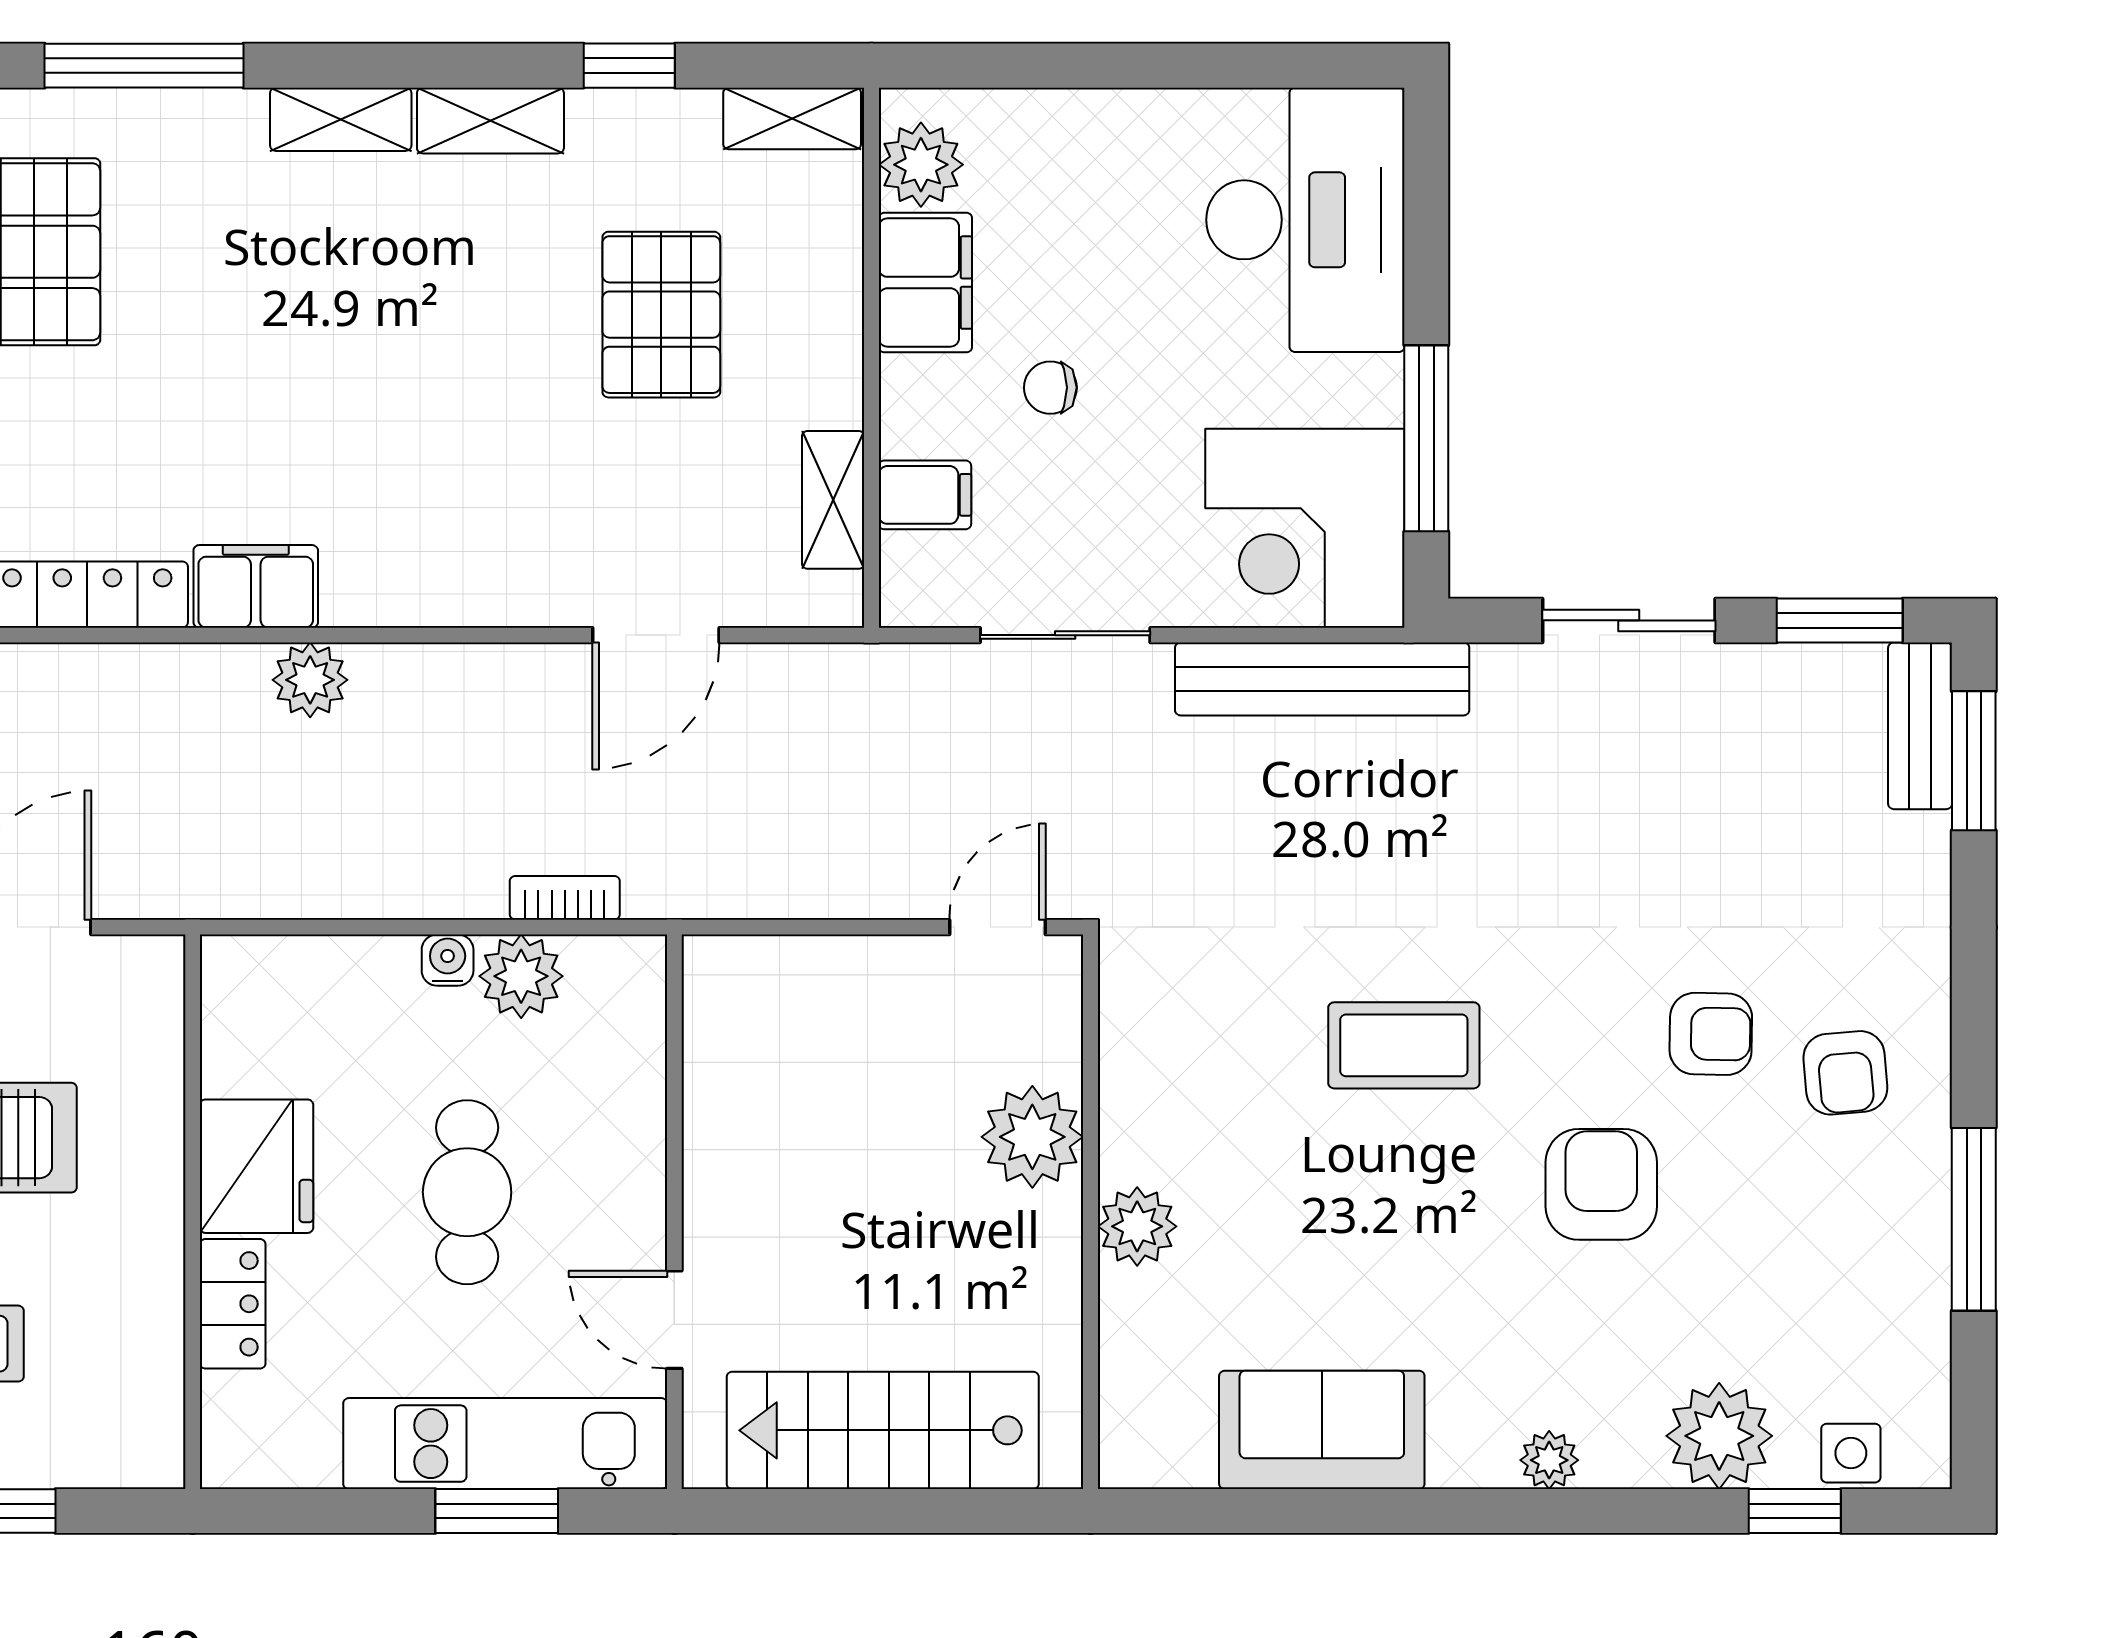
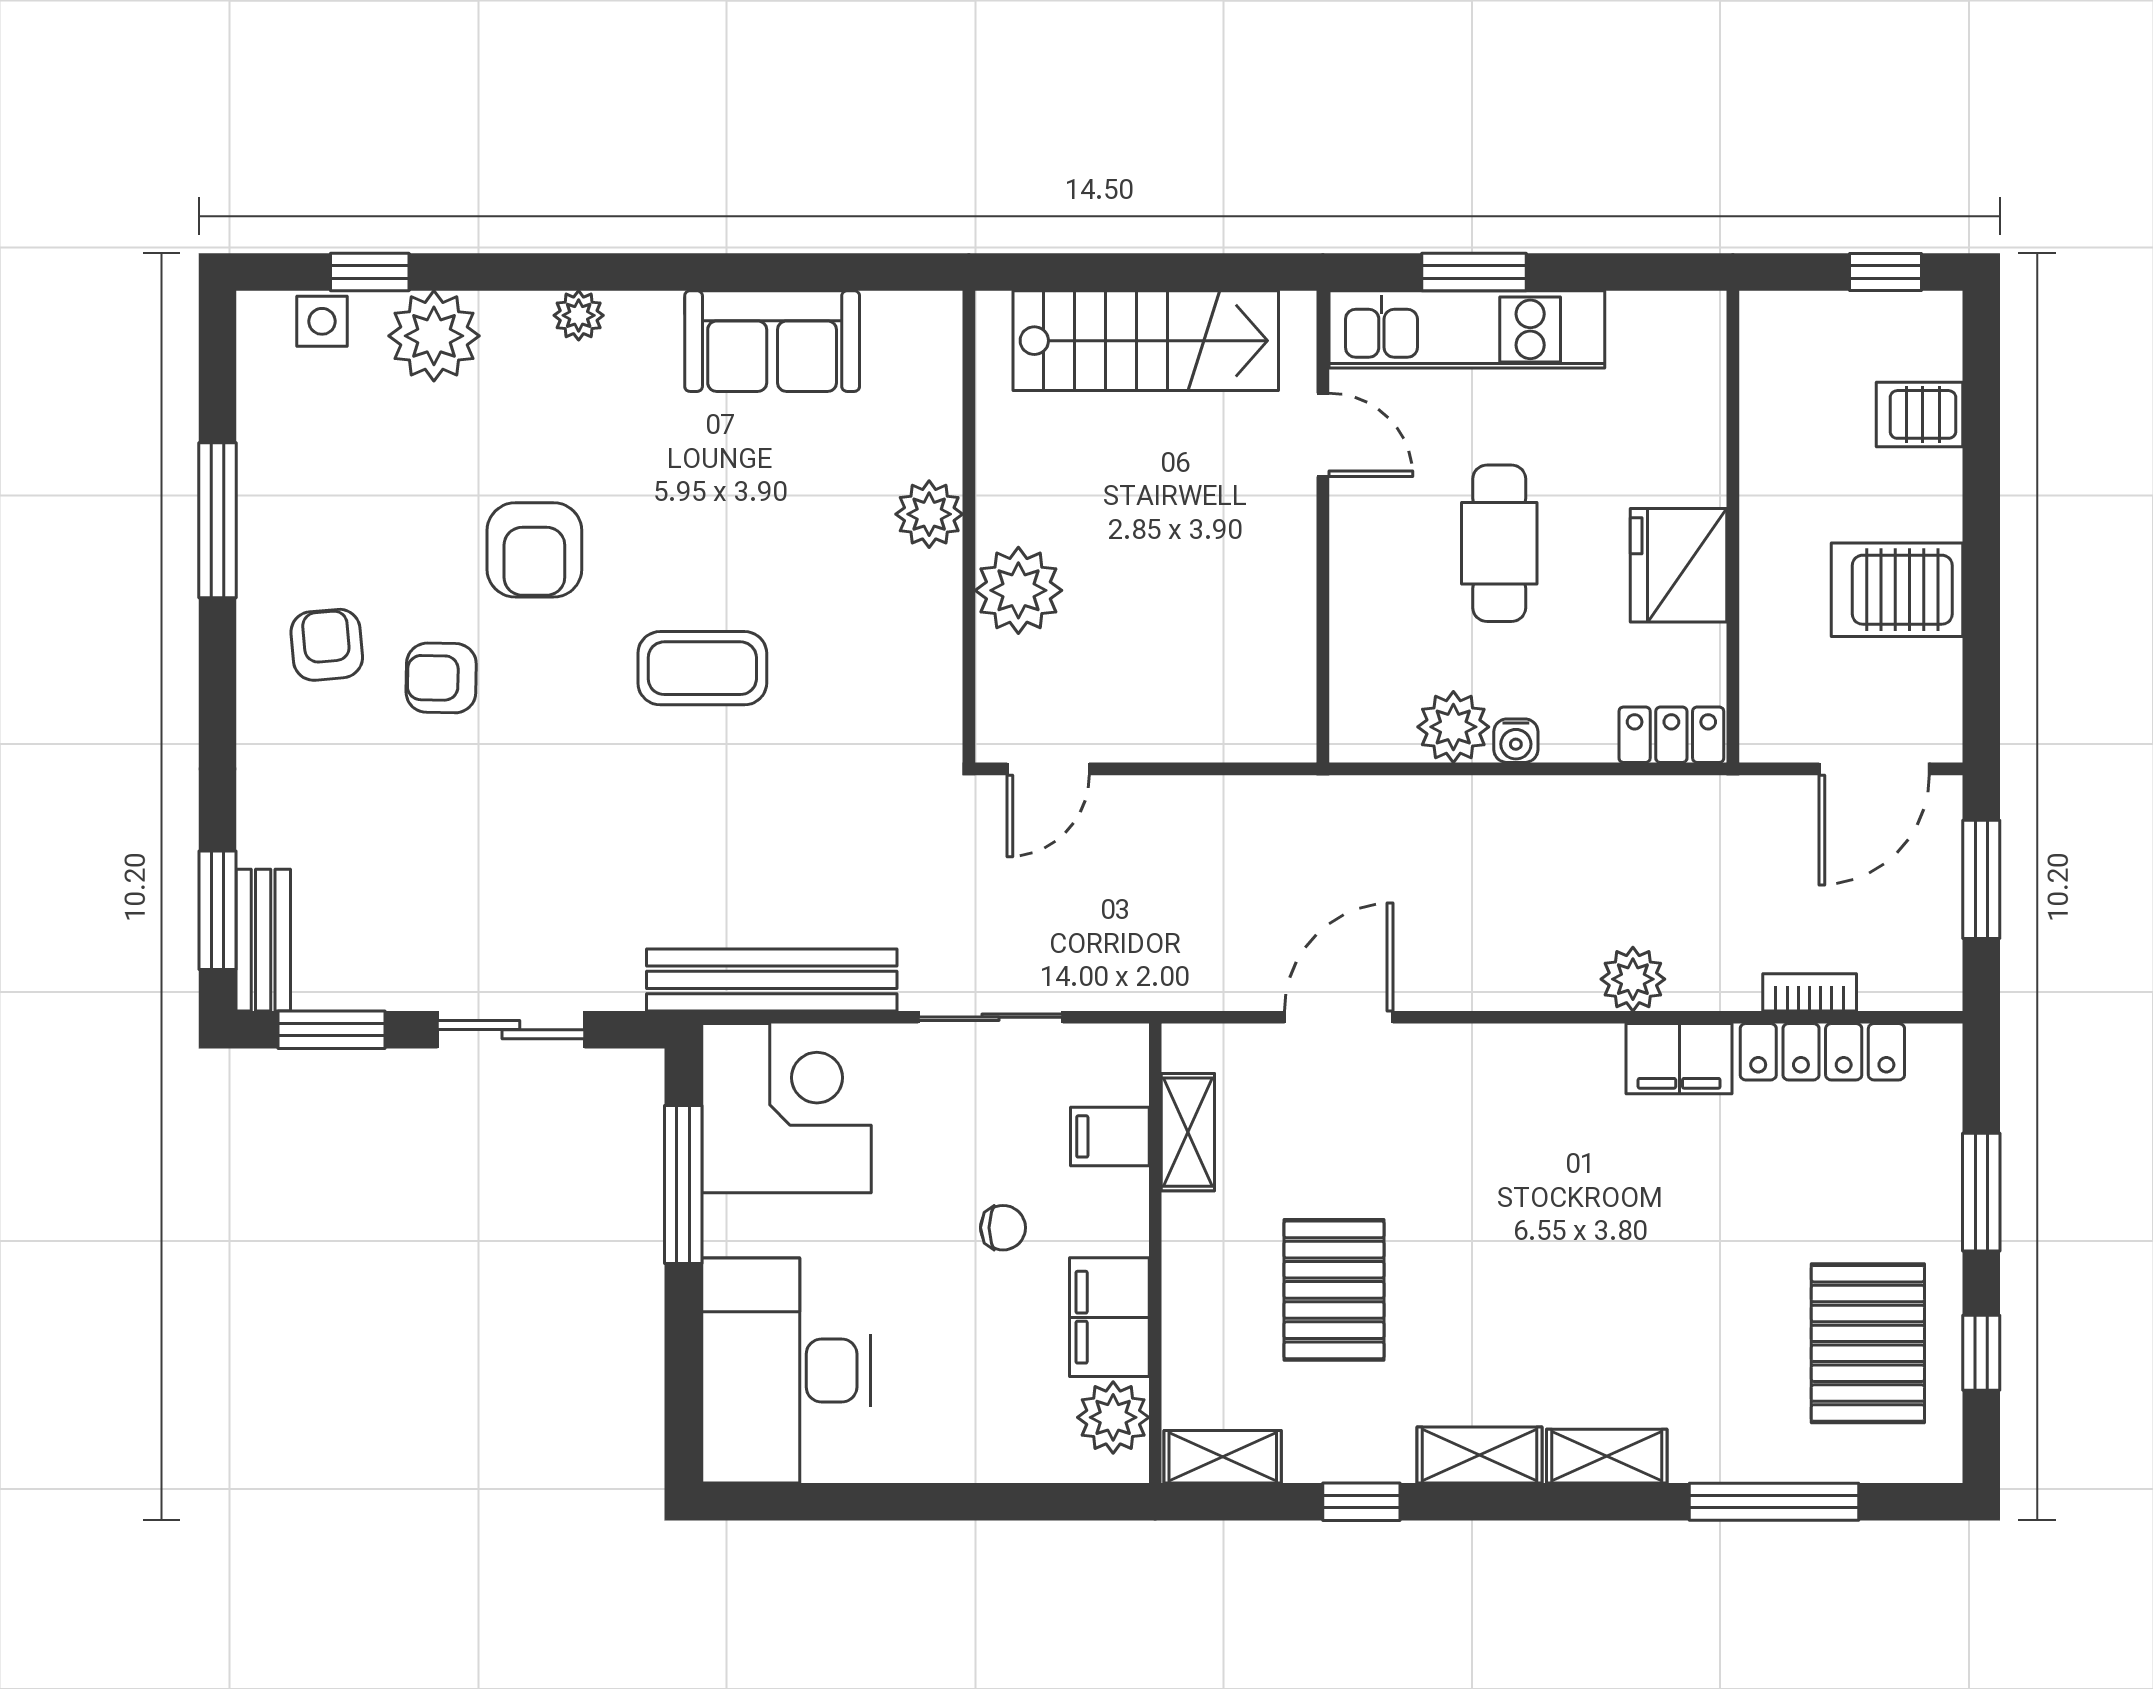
bookcase: (565, 898) -> (1810, 992), moved, turned 180
locker: (233, 1304) -> (1671, 735), moved, turned 90

